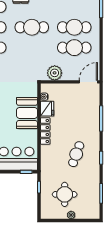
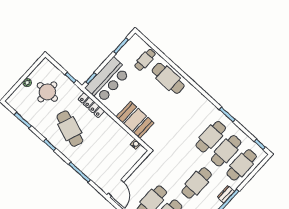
plant: (55, 73) -> (146, 169), removed
fridge: (47, 109) -> (124, 138), removed
locker: (45, 131) -> (91, 105), moved
cafe table: (76, 154) -> (70, 129), width x1.37, depth x1.35

